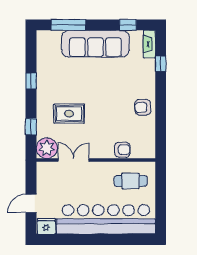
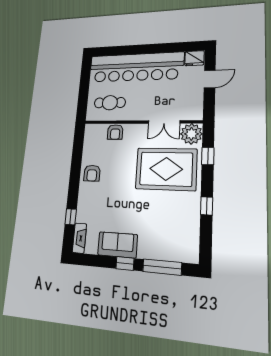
window: (128, 25) -> (125, 263), moved
sofa: (95, 44) -> (118, 245), width x0.54, depth x0.79
armchair: (143, 107) -> (92, 173), turned 94
rug: (69, 114) -> (166, 169), width x1.86, depth x2.06
armchair: (122, 150) -> (115, 132), turned -90

